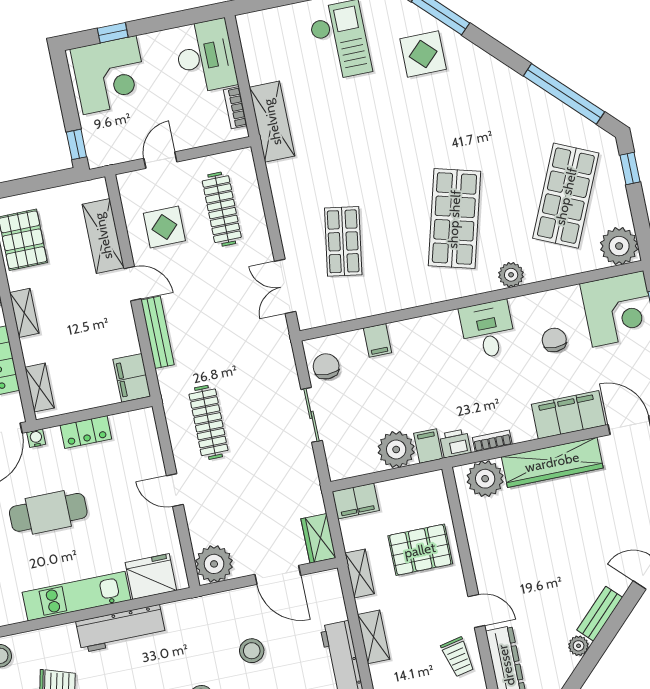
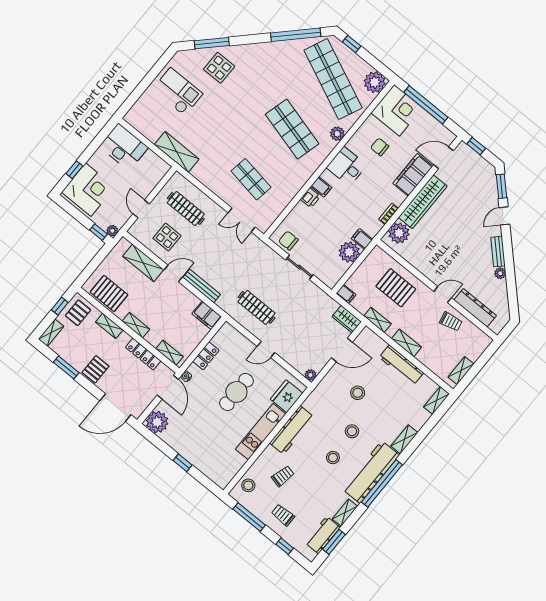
bookcase: (235, 108) -> (155, 159), removed
plant: (97, 158) -> (112, 231), added
shop shelf: (566, 196) -> (333, 79), width x1.40
filing cabinet: (377, 340) -> (321, 187), moved
printer: (455, 443) -> (310, 198), moved, turned 180
filing cabinet: (356, 501) -> (346, 294), width x0.50
cafe table: (48, 512) -> (236, 392), moved
pallet: (420, 550) -> (396, 288), turned 90
plant: (214, 564) -> (311, 375), width x0.53, depth x0.53

